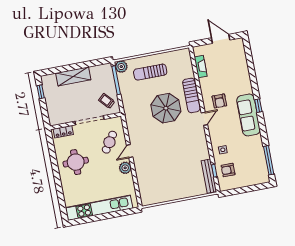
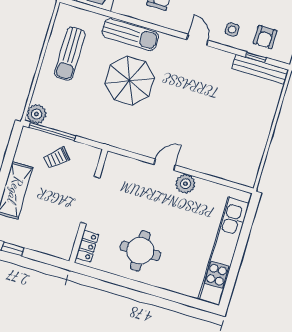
sun lounger: (150, 72) -> (70, 54), moved
trolley: (107, 101) -> (57, 158), moved
door: (204, 119) -> (197, 40), moved
cafe table: (109, 142) -> (137, 187), removed
door: (130, 151) -> (165, 165), swing flipped

